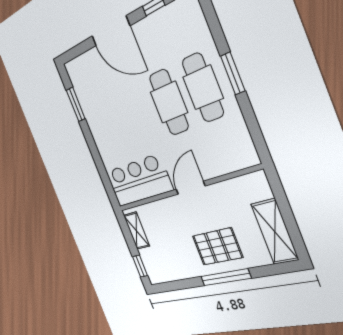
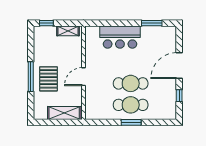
bar counter: (139, 181) -> (120, 37), moved, turned 90
door: (191, 188) -> (84, 77), swing flipped
shelving: (275, 232) -> (64, 113), moved

